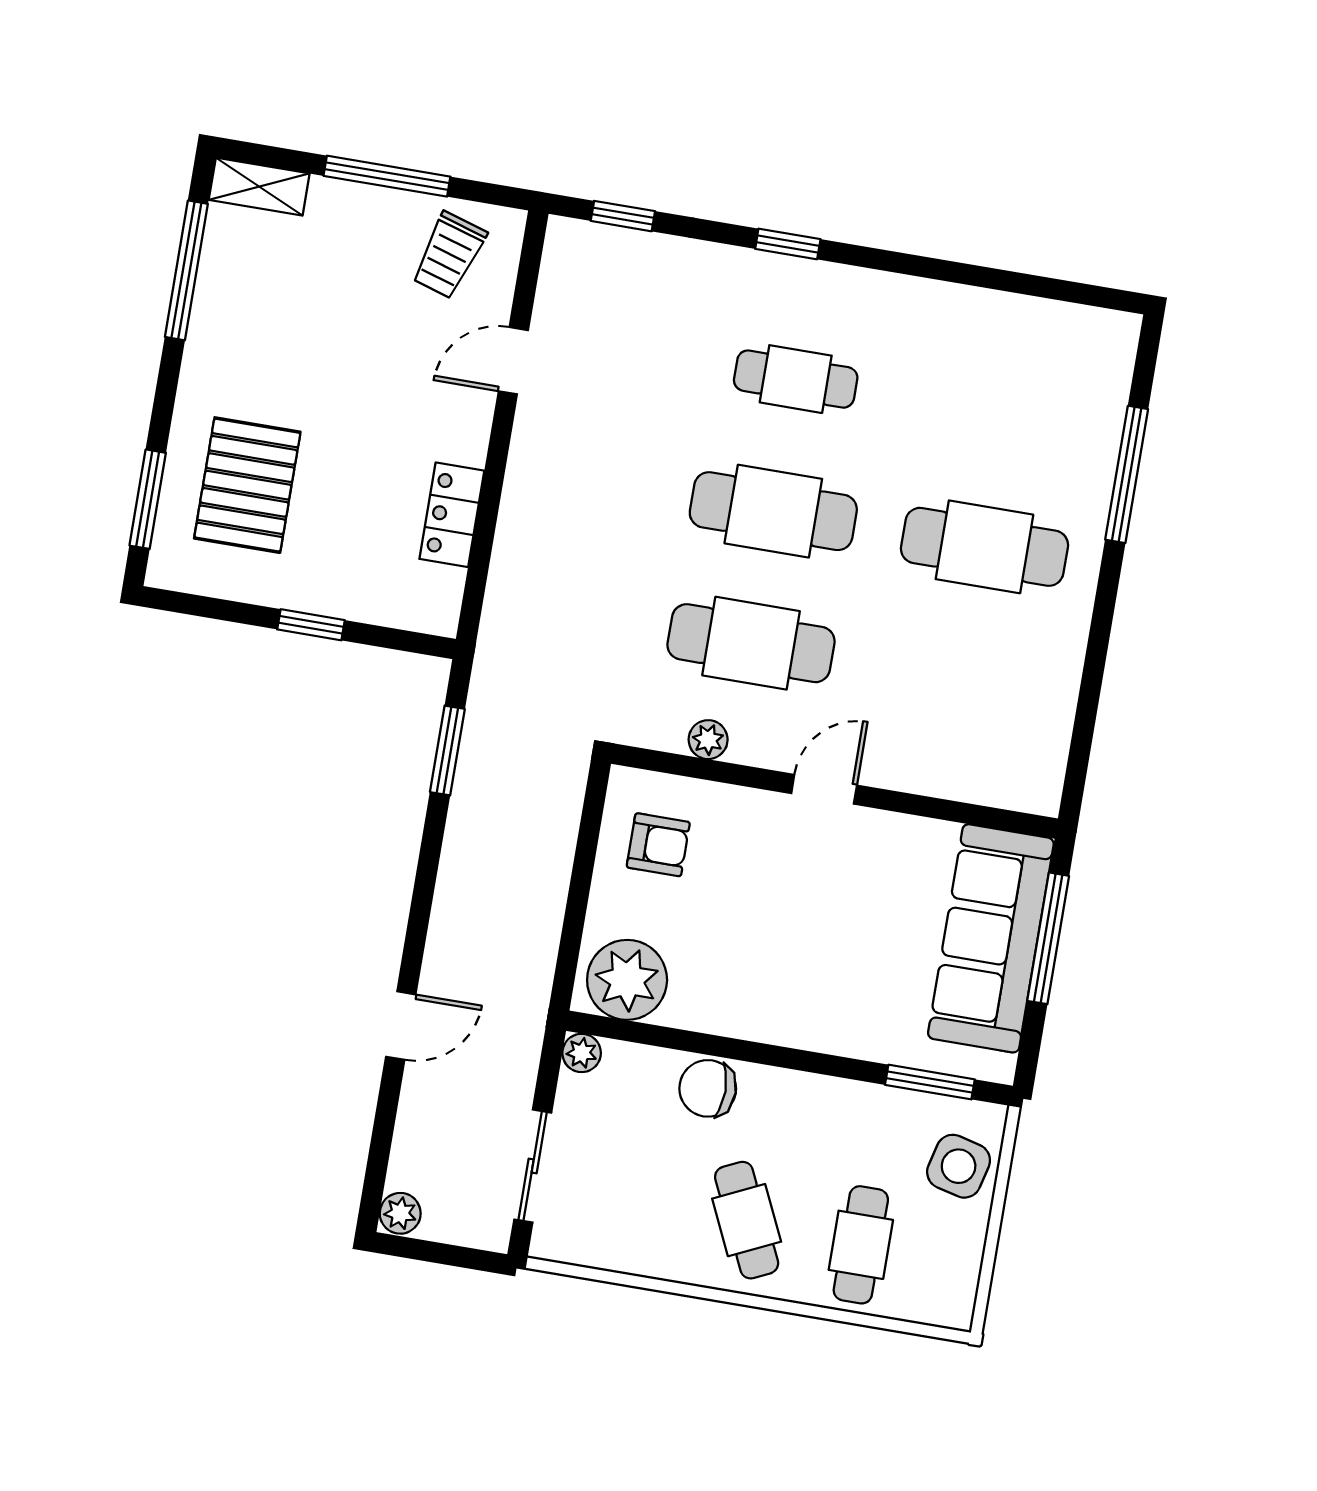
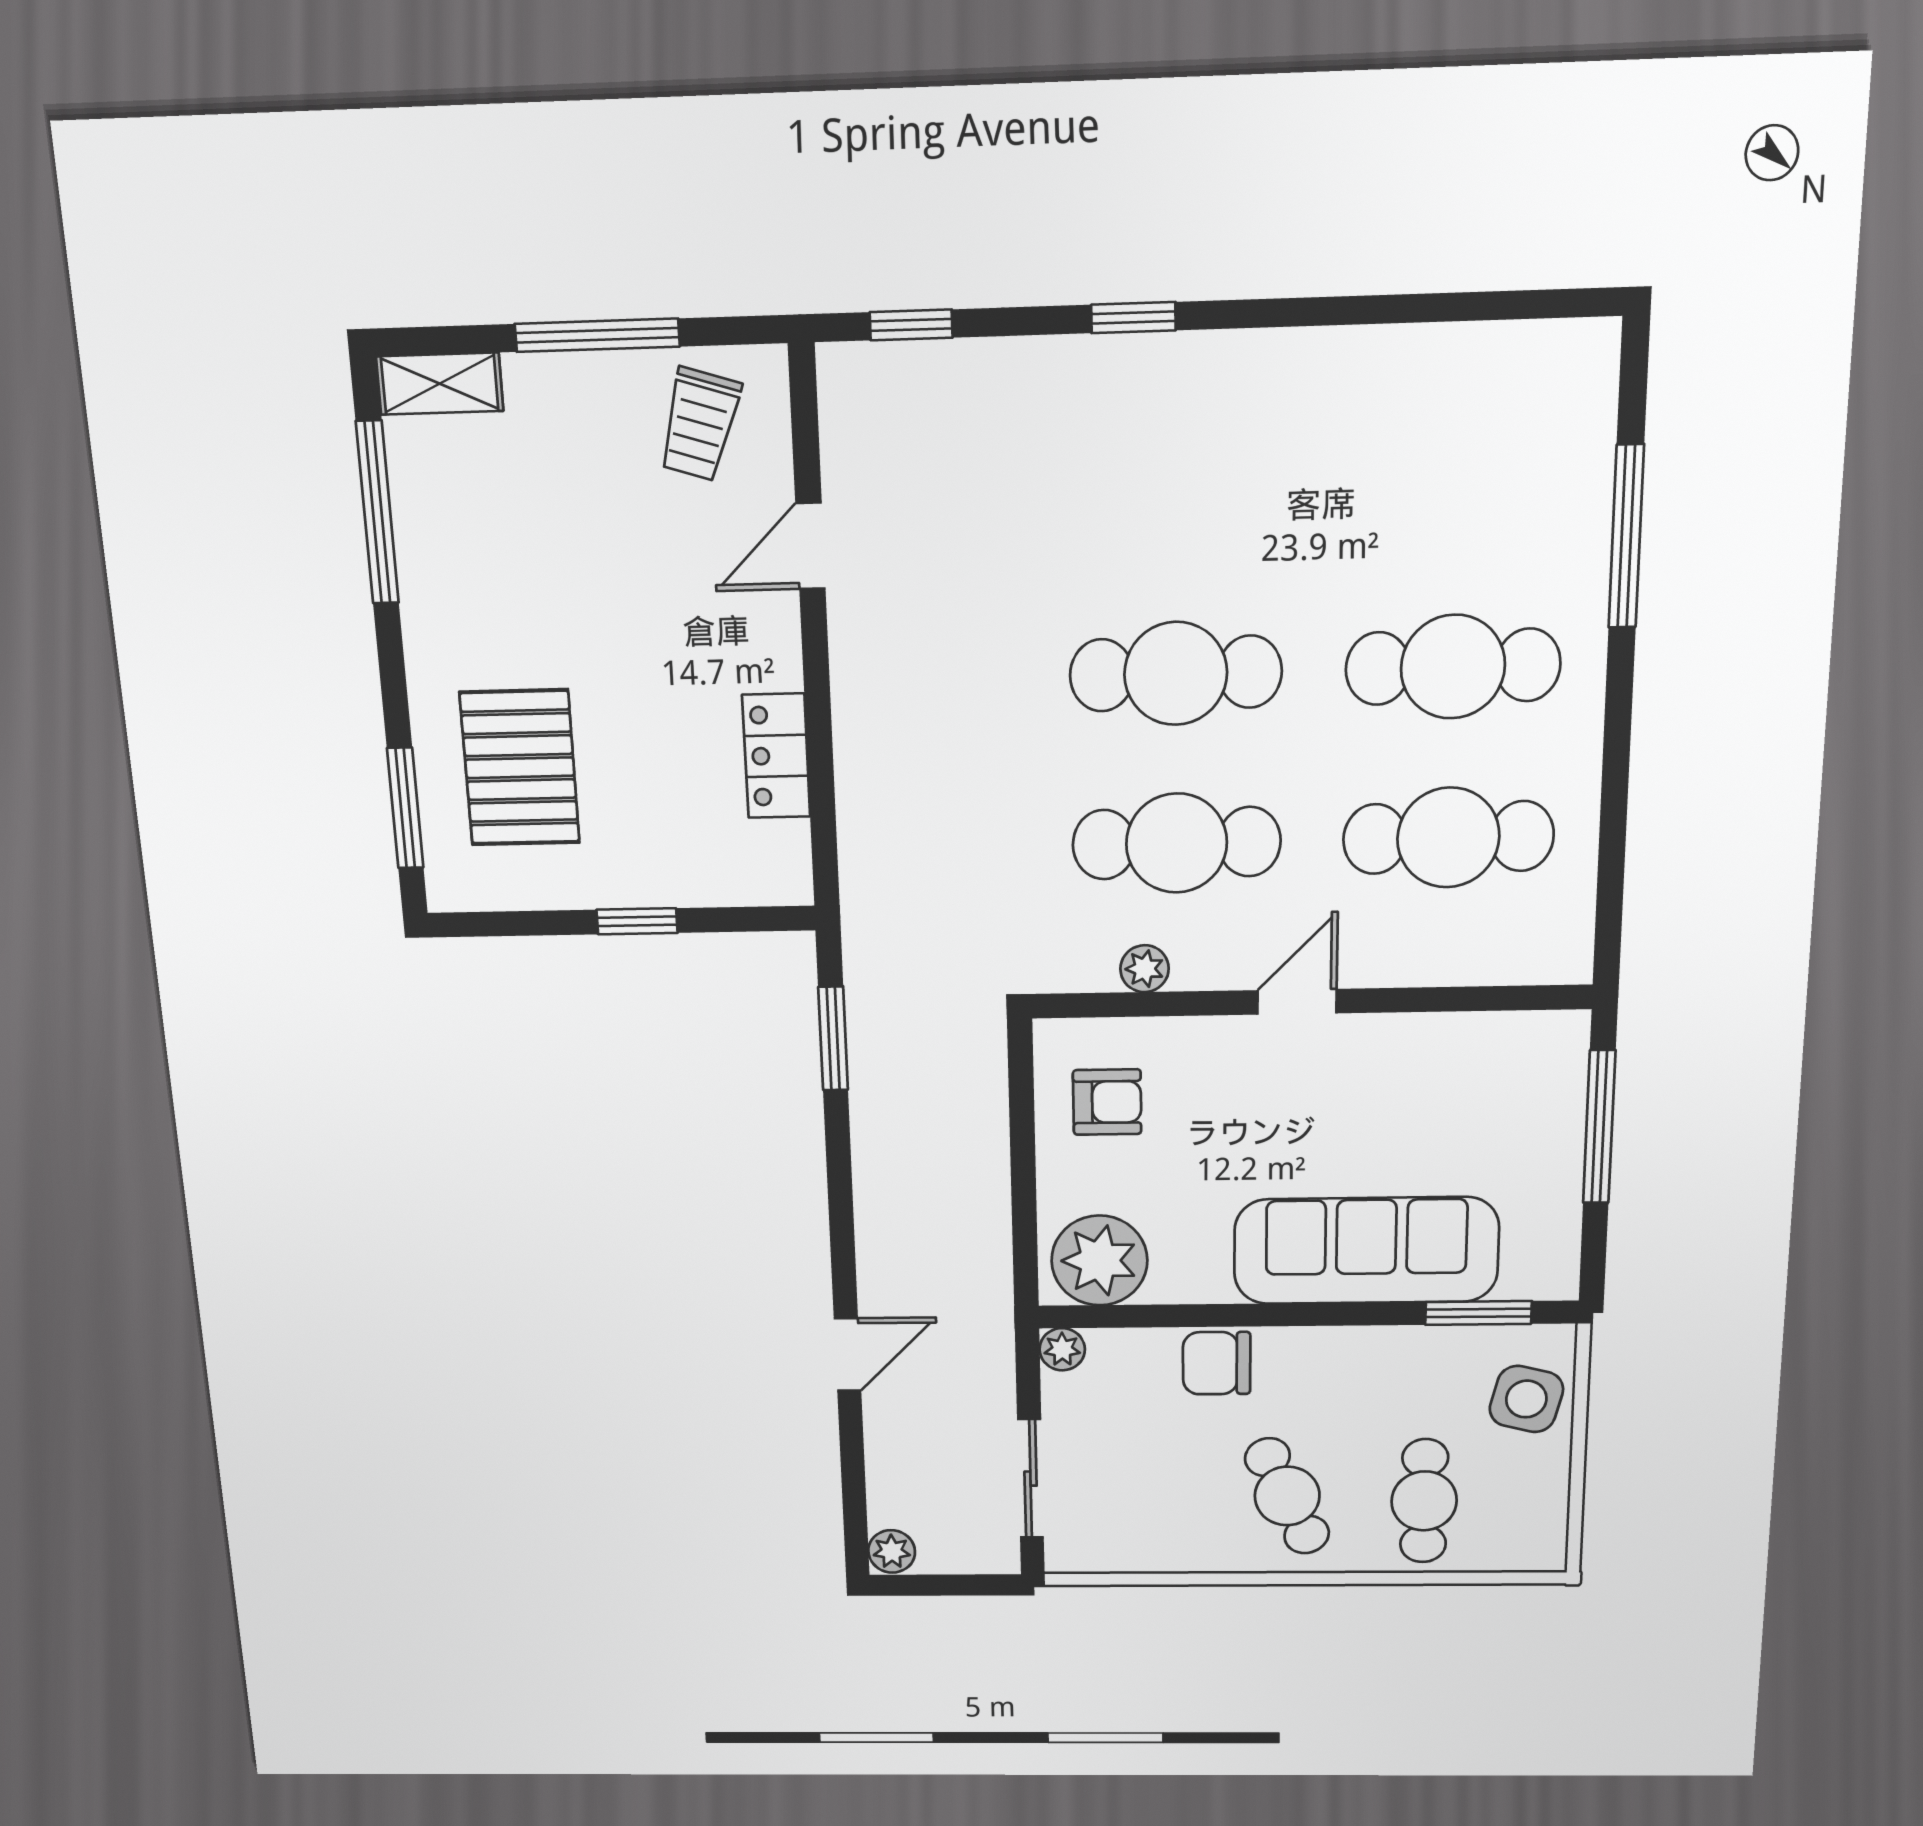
cafe table: (796, 379) -> (1448, 838), moved, width x1.37, depth x1.35
sofa: (991, 938) -> (1366, 1251), moved, turned 90

